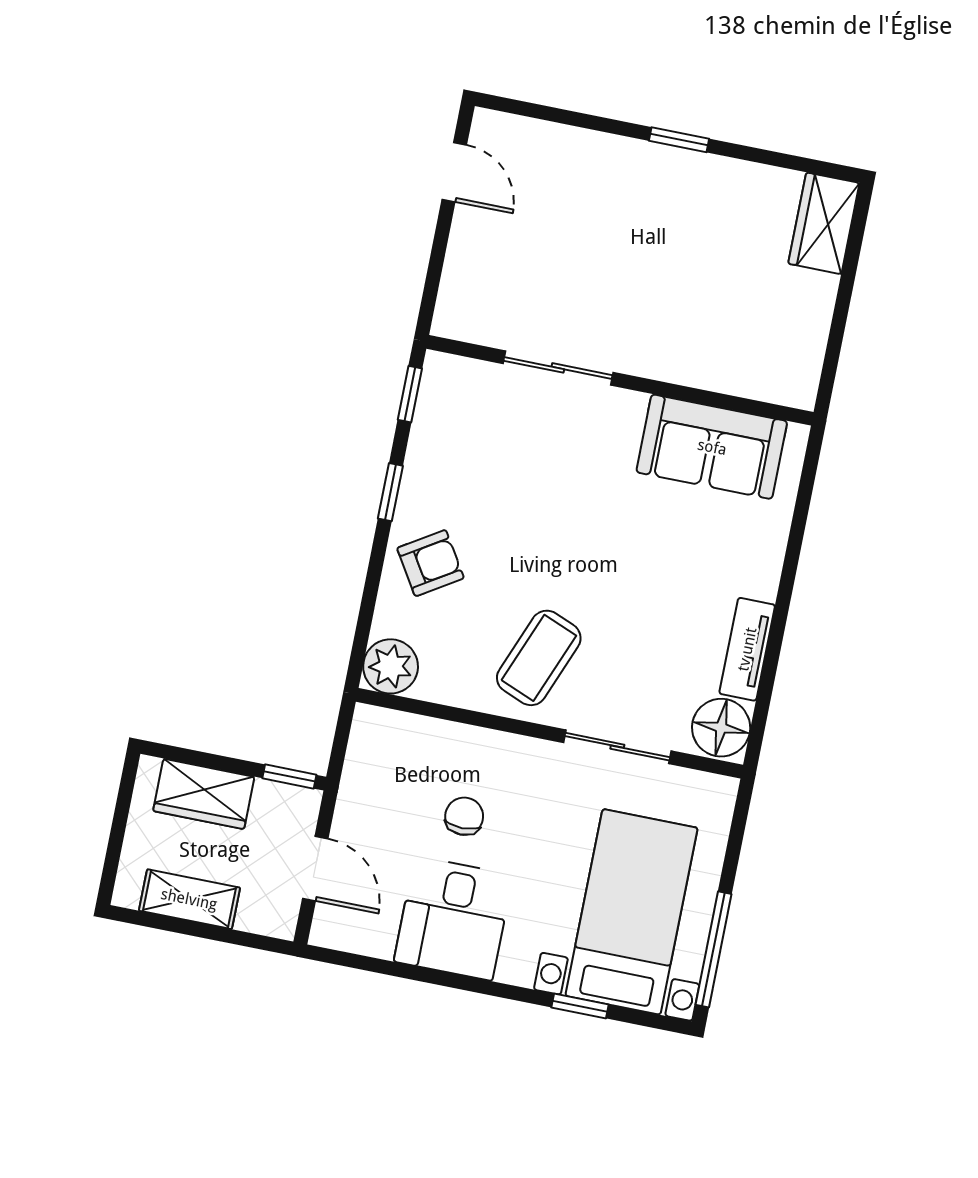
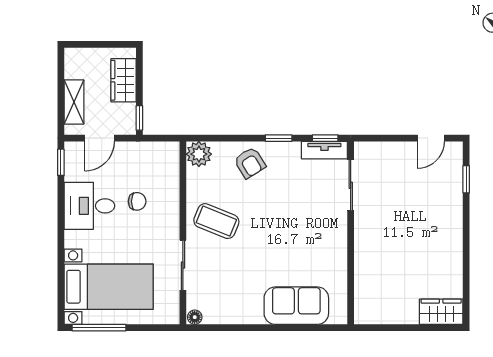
window: (679, 140) -> (466, 179), moved
sliding door: (558, 368) -> (351, 185), moved
sofa: (712, 447) -> (296, 306), moved, turned 90
tv unit: (747, 649) -> (324, 150), moved, turned 180
floor lamp: (721, 728) -> (195, 317), width x0.53, depth x0.53
shelving: (189, 899) -> (74, 102), moved
window: (580, 1006) -> (61, 162), moved

